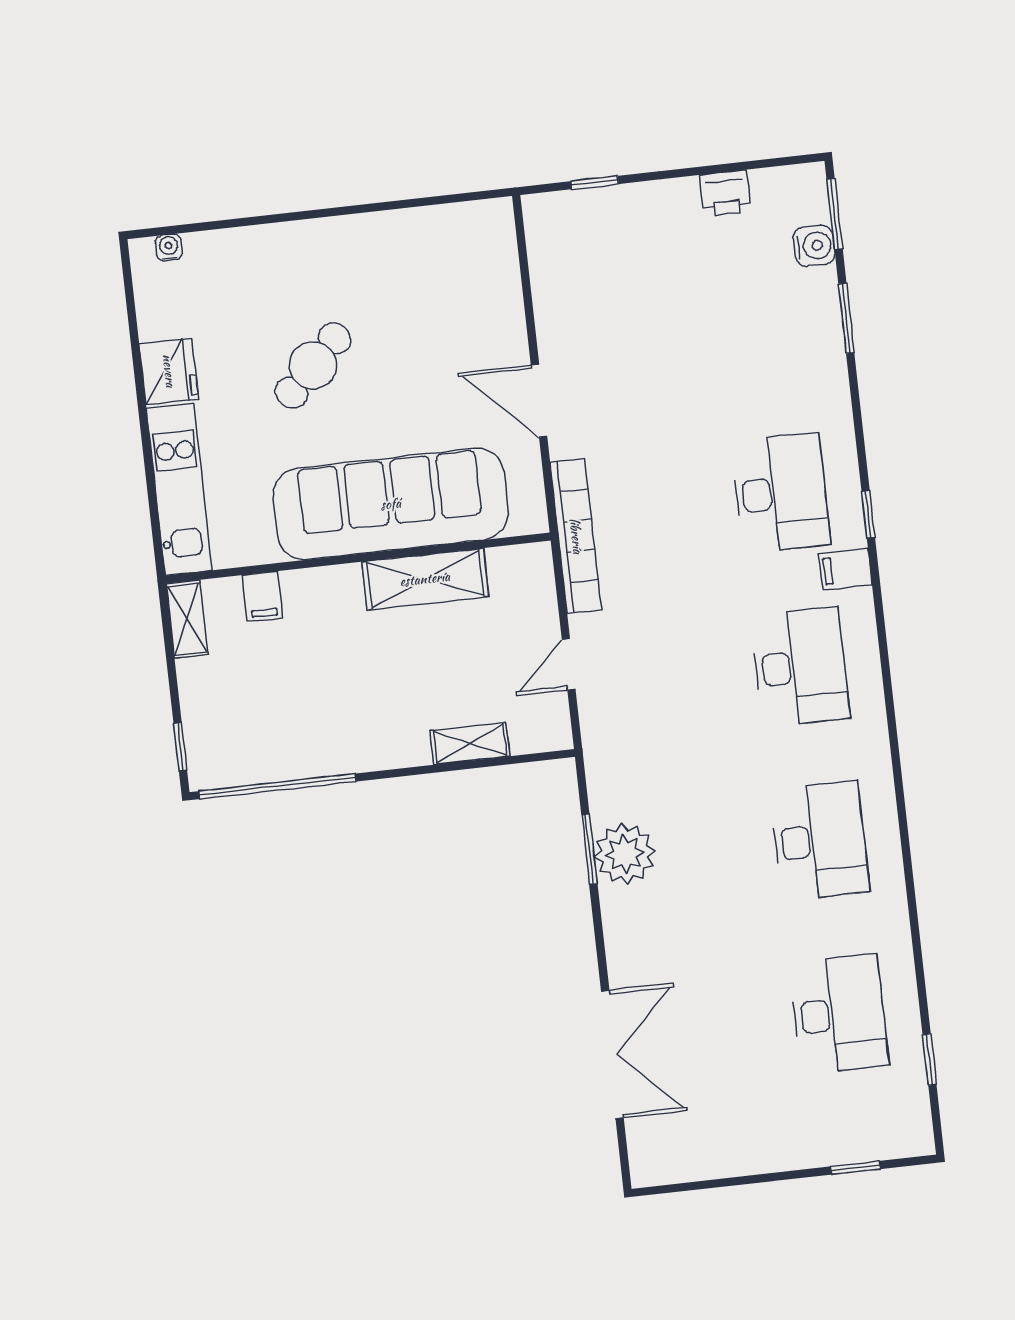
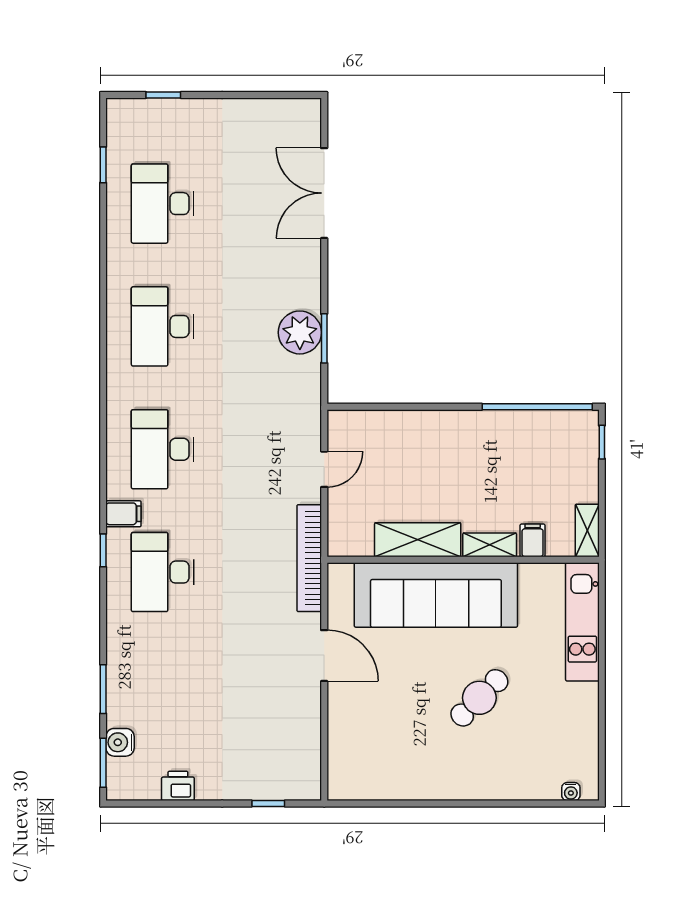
fridge: (169, 371) -> (580, 705), removed
shelving: (470, 743) -> (490, 545), moved

